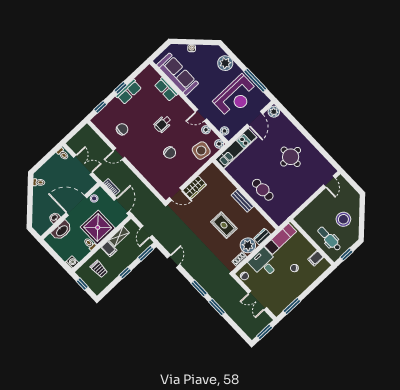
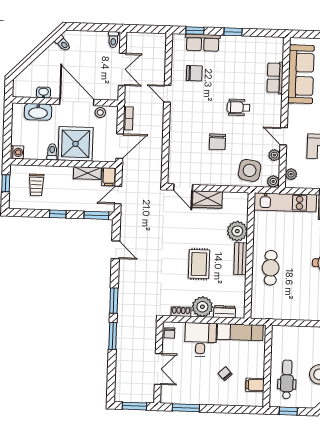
row of seats: (129, 92) -> (203, 43), moved
plant: (226, 188) -> (237, 231), added
filing cabinet: (109, 249) -> (109, 177), moved
door: (173, 261) -> (116, 250), hinge flipped
double door: (257, 300) -> (158, 369), swing flipped

